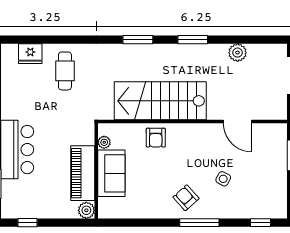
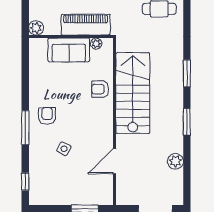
piano: (83, 173) -> (86, 25), moved
armchair: (186, 198) -> (47, 116), turned -48

